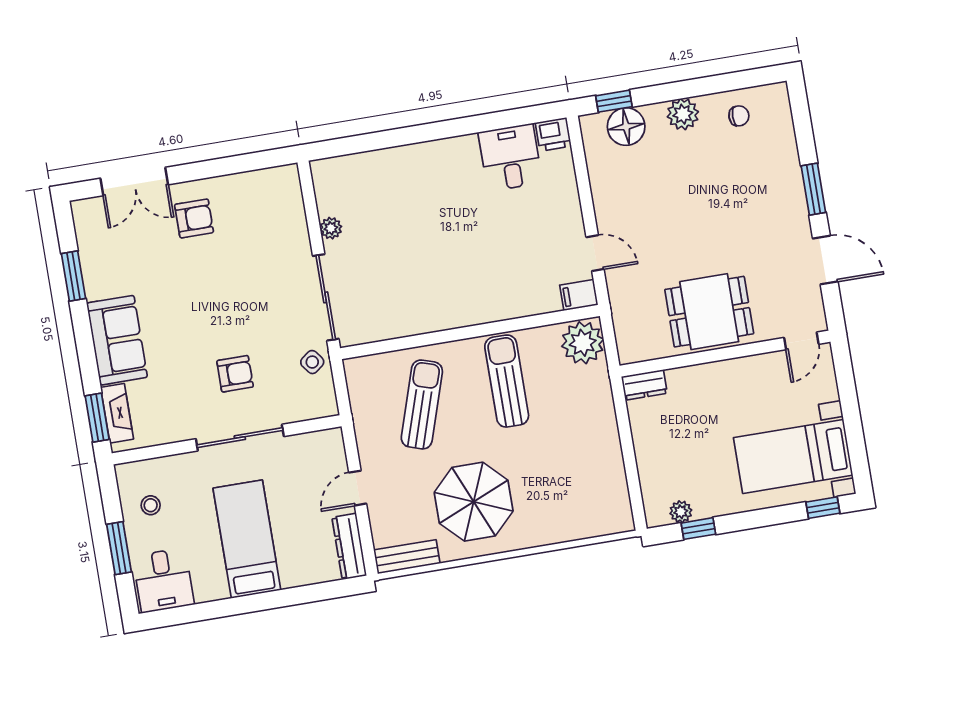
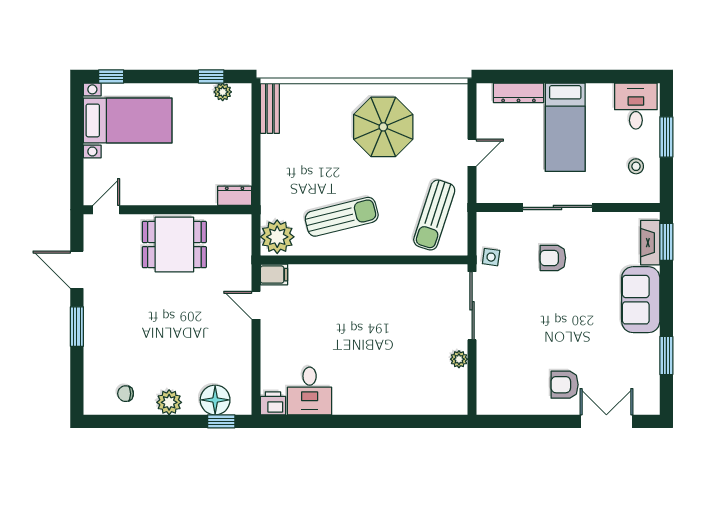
side table: (312, 362) -> (491, 257), turned 45
sun lounger: (507, 381) -> (342, 217), turned -104
sun lounger: (422, 404) -> (434, 215), moved
dresser: (349, 546) -> (519, 93), moved, turned 90
bench: (407, 557) -> (270, 108), moved, turned 90

